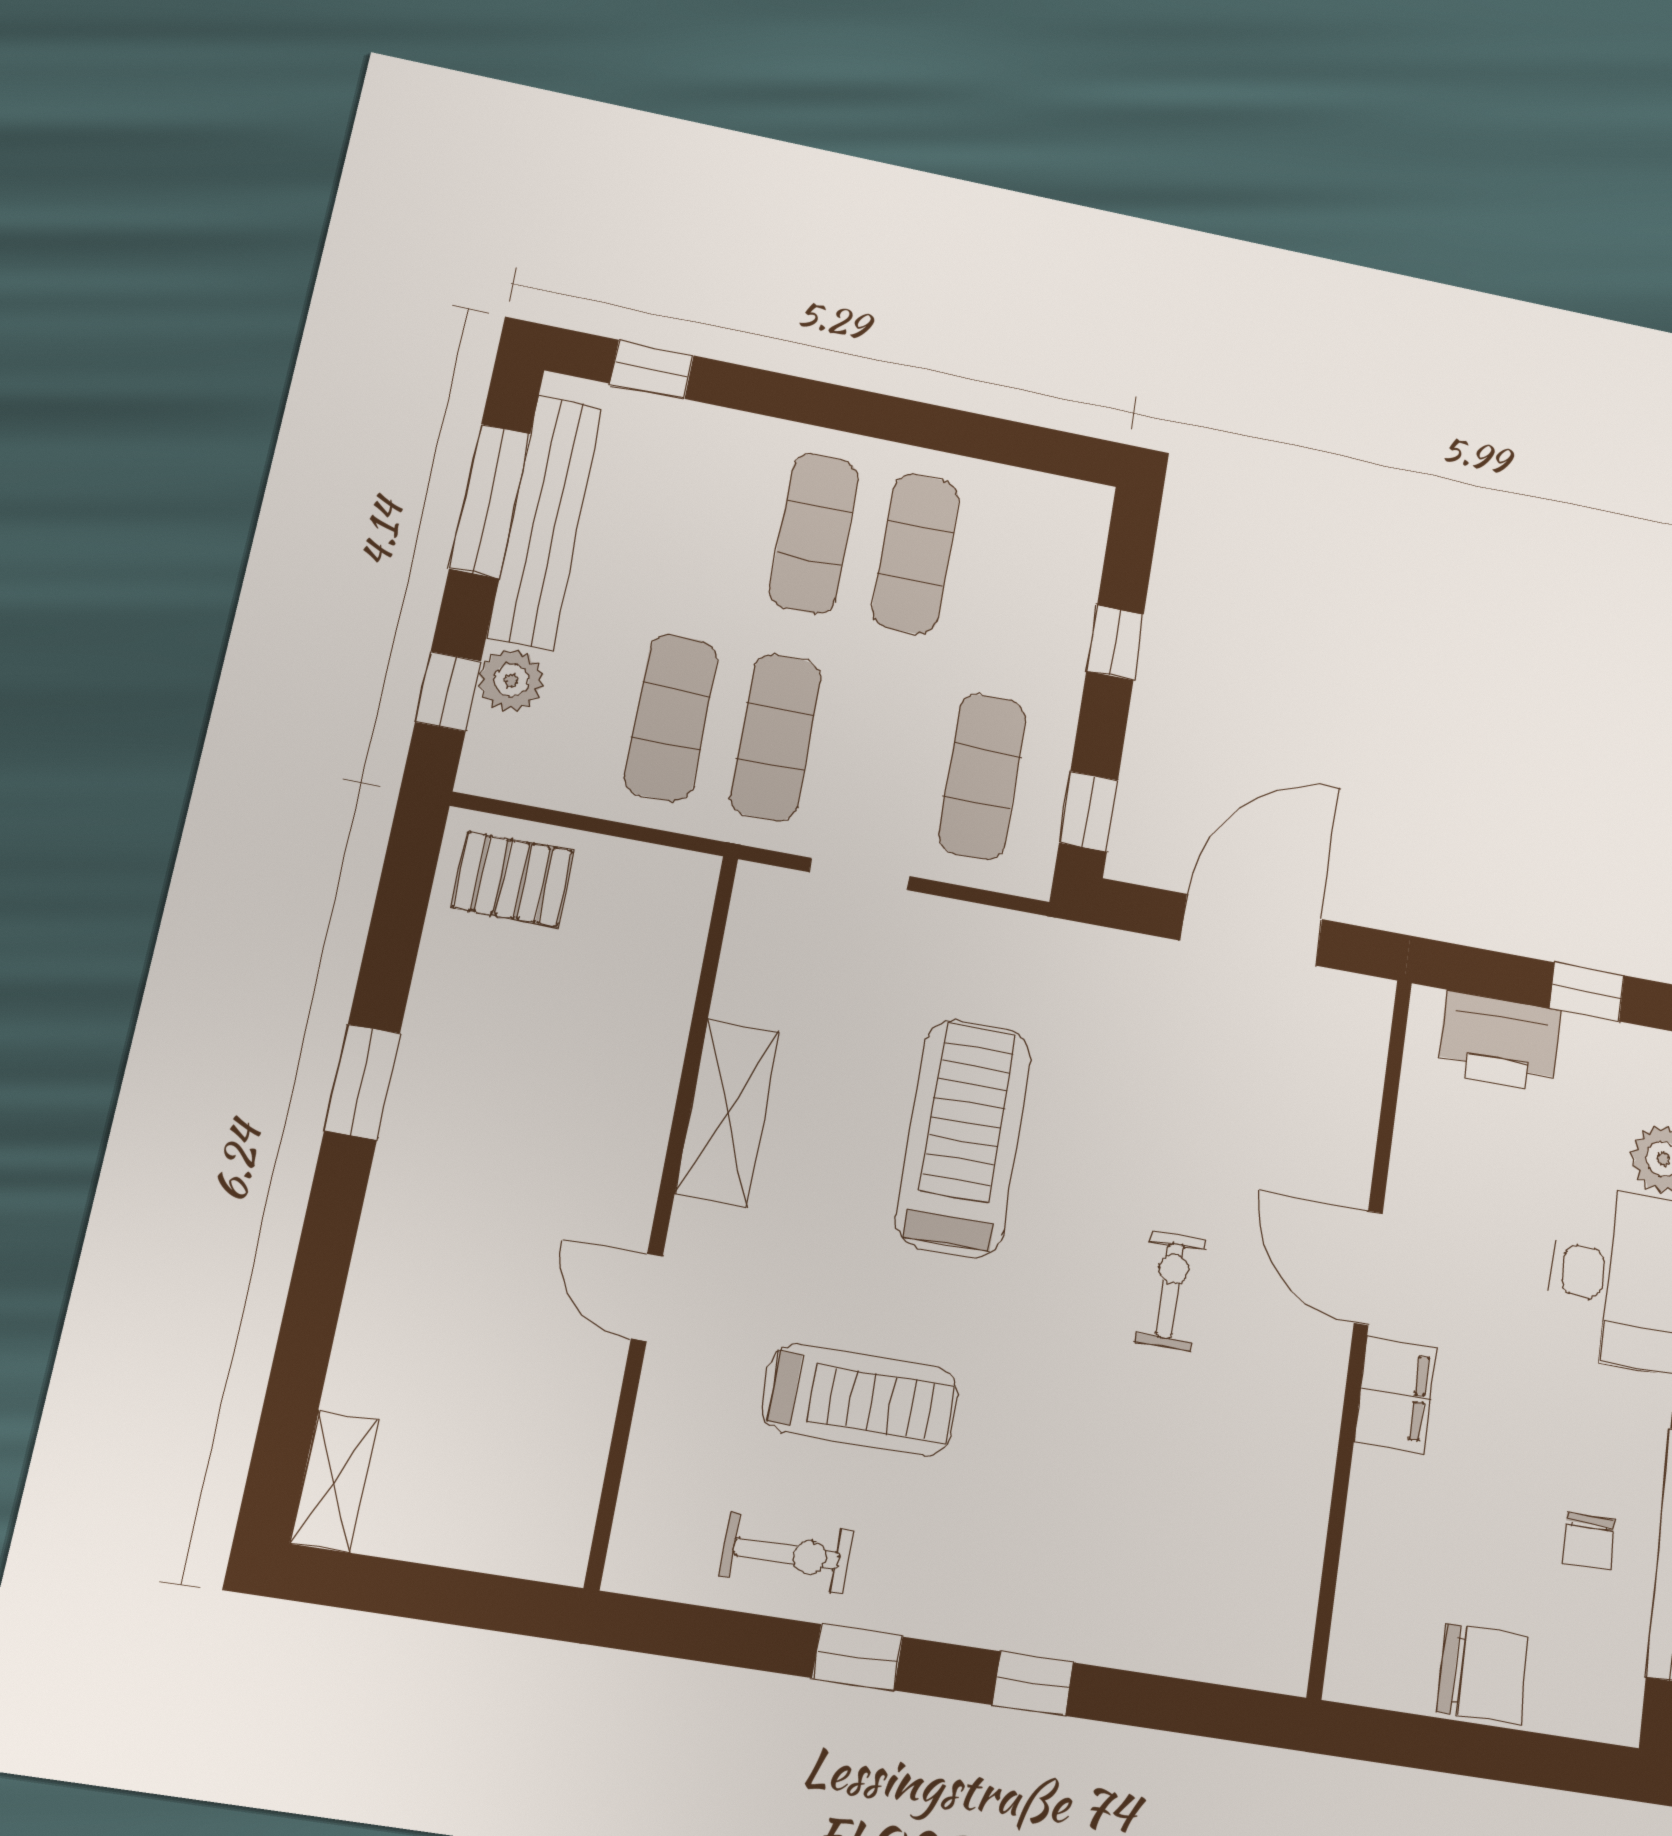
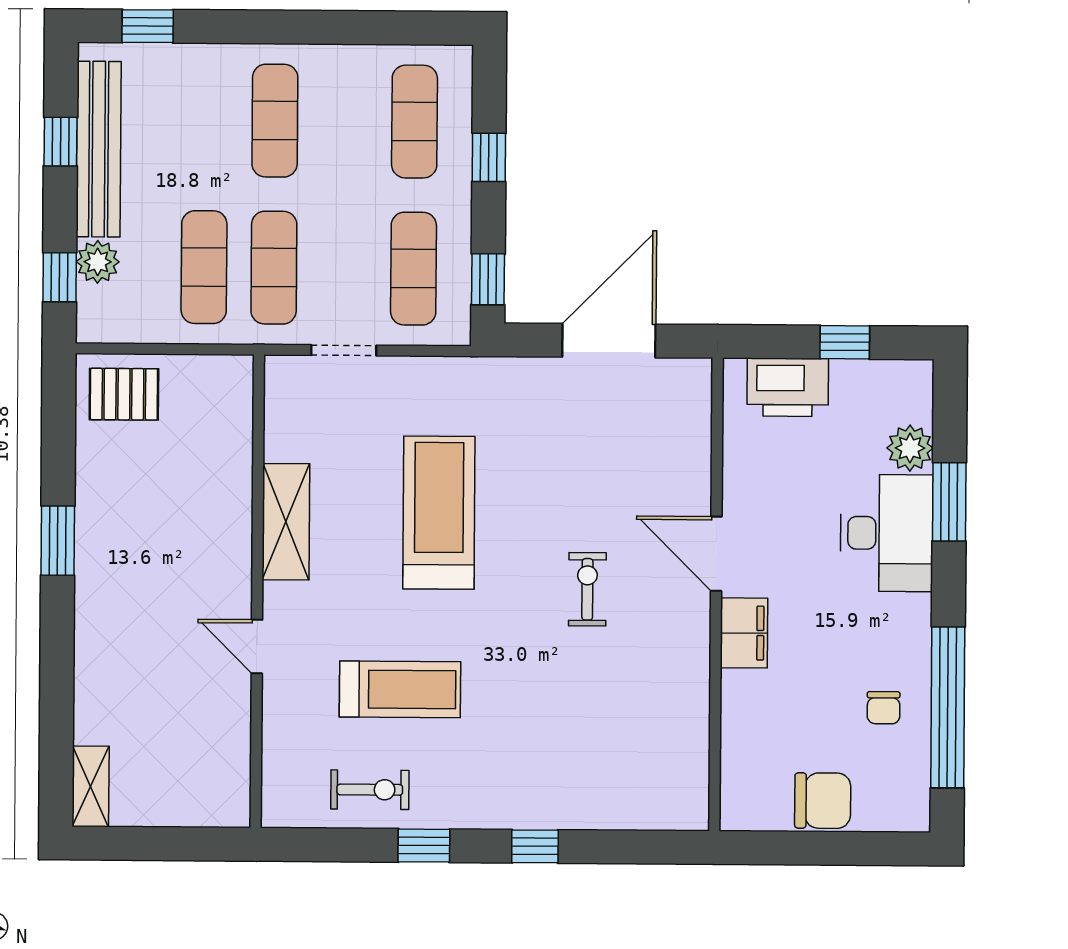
window: (490, 501) -> (61, 142), width x0.46
exercise mat: (916, 554) -> (415, 122), moved

